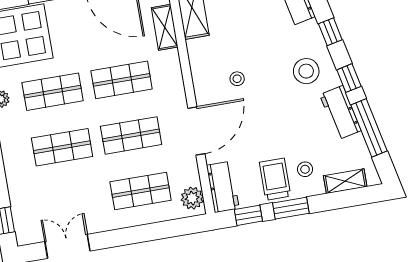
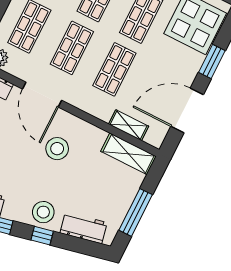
stool: (306, 71) -> (43, 212), moved
stool: (237, 79) -> (57, 149), width x1.89, depth x1.89

